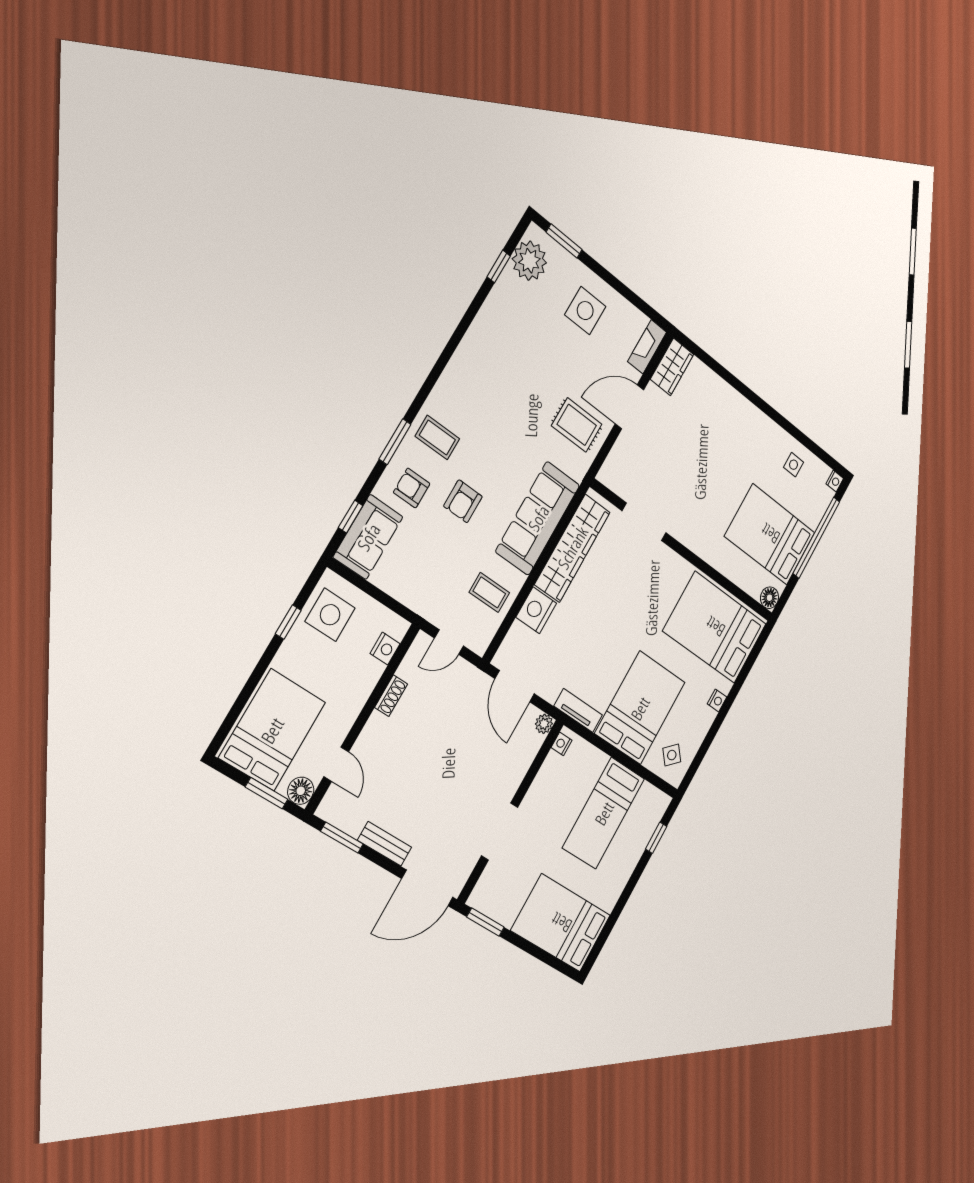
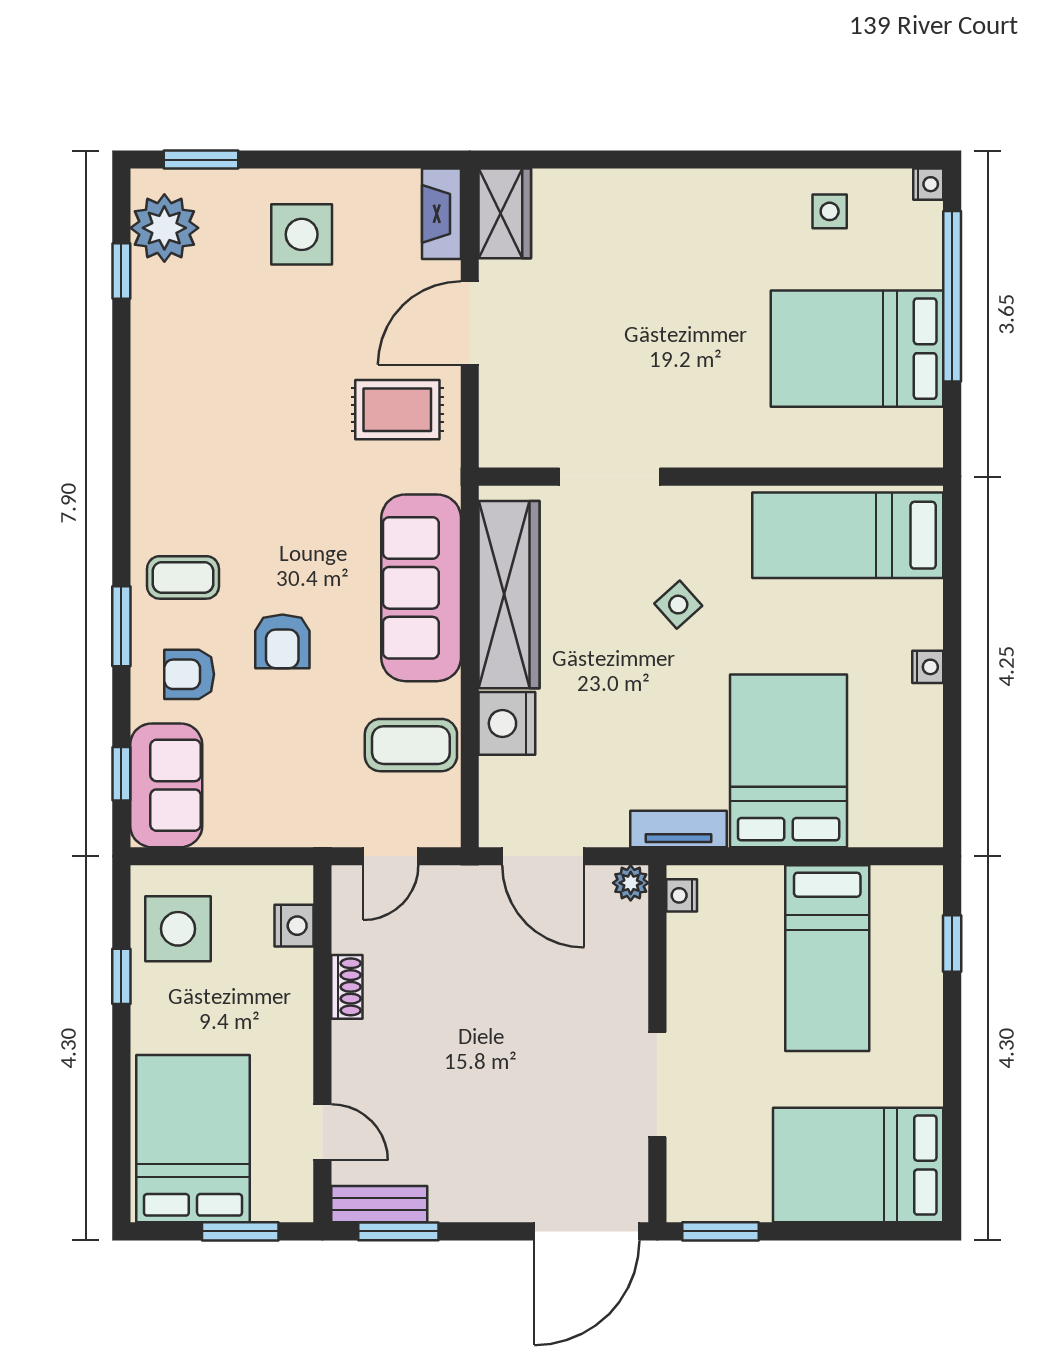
coffee table: (489, 592) -> (411, 745), width x1.36, depth x1.30
floor lamp: (769, 598) -> (923, 447), removed
bed: (715, 627) -> (848, 535), width x0.67
side table: (672, 755) -> (678, 605), moved
floor lamp: (301, 791) -> (291, 1200), removed
bench: (385, 844) -> (379, 1204), moved

